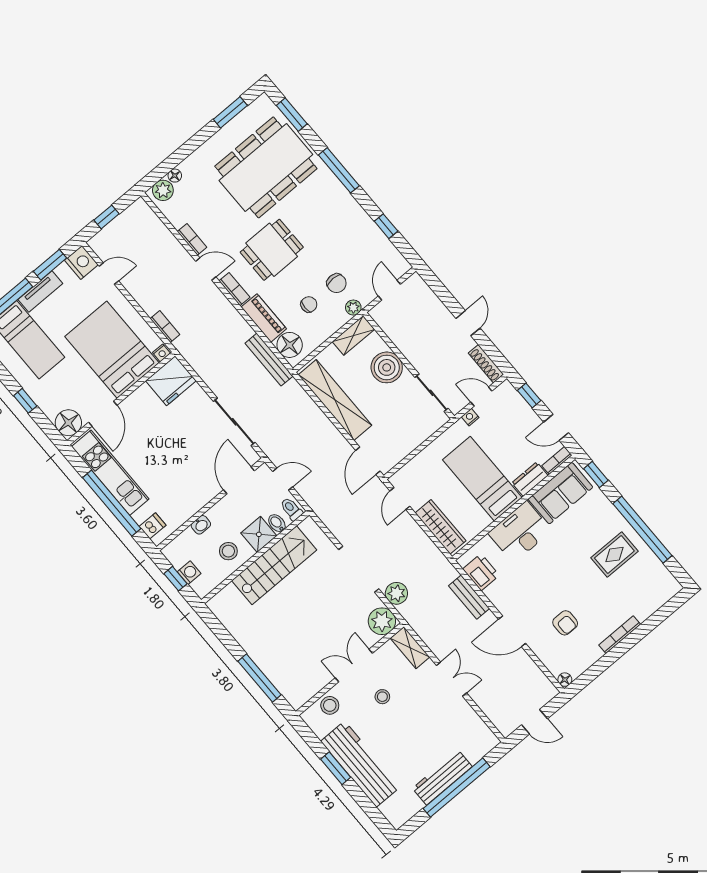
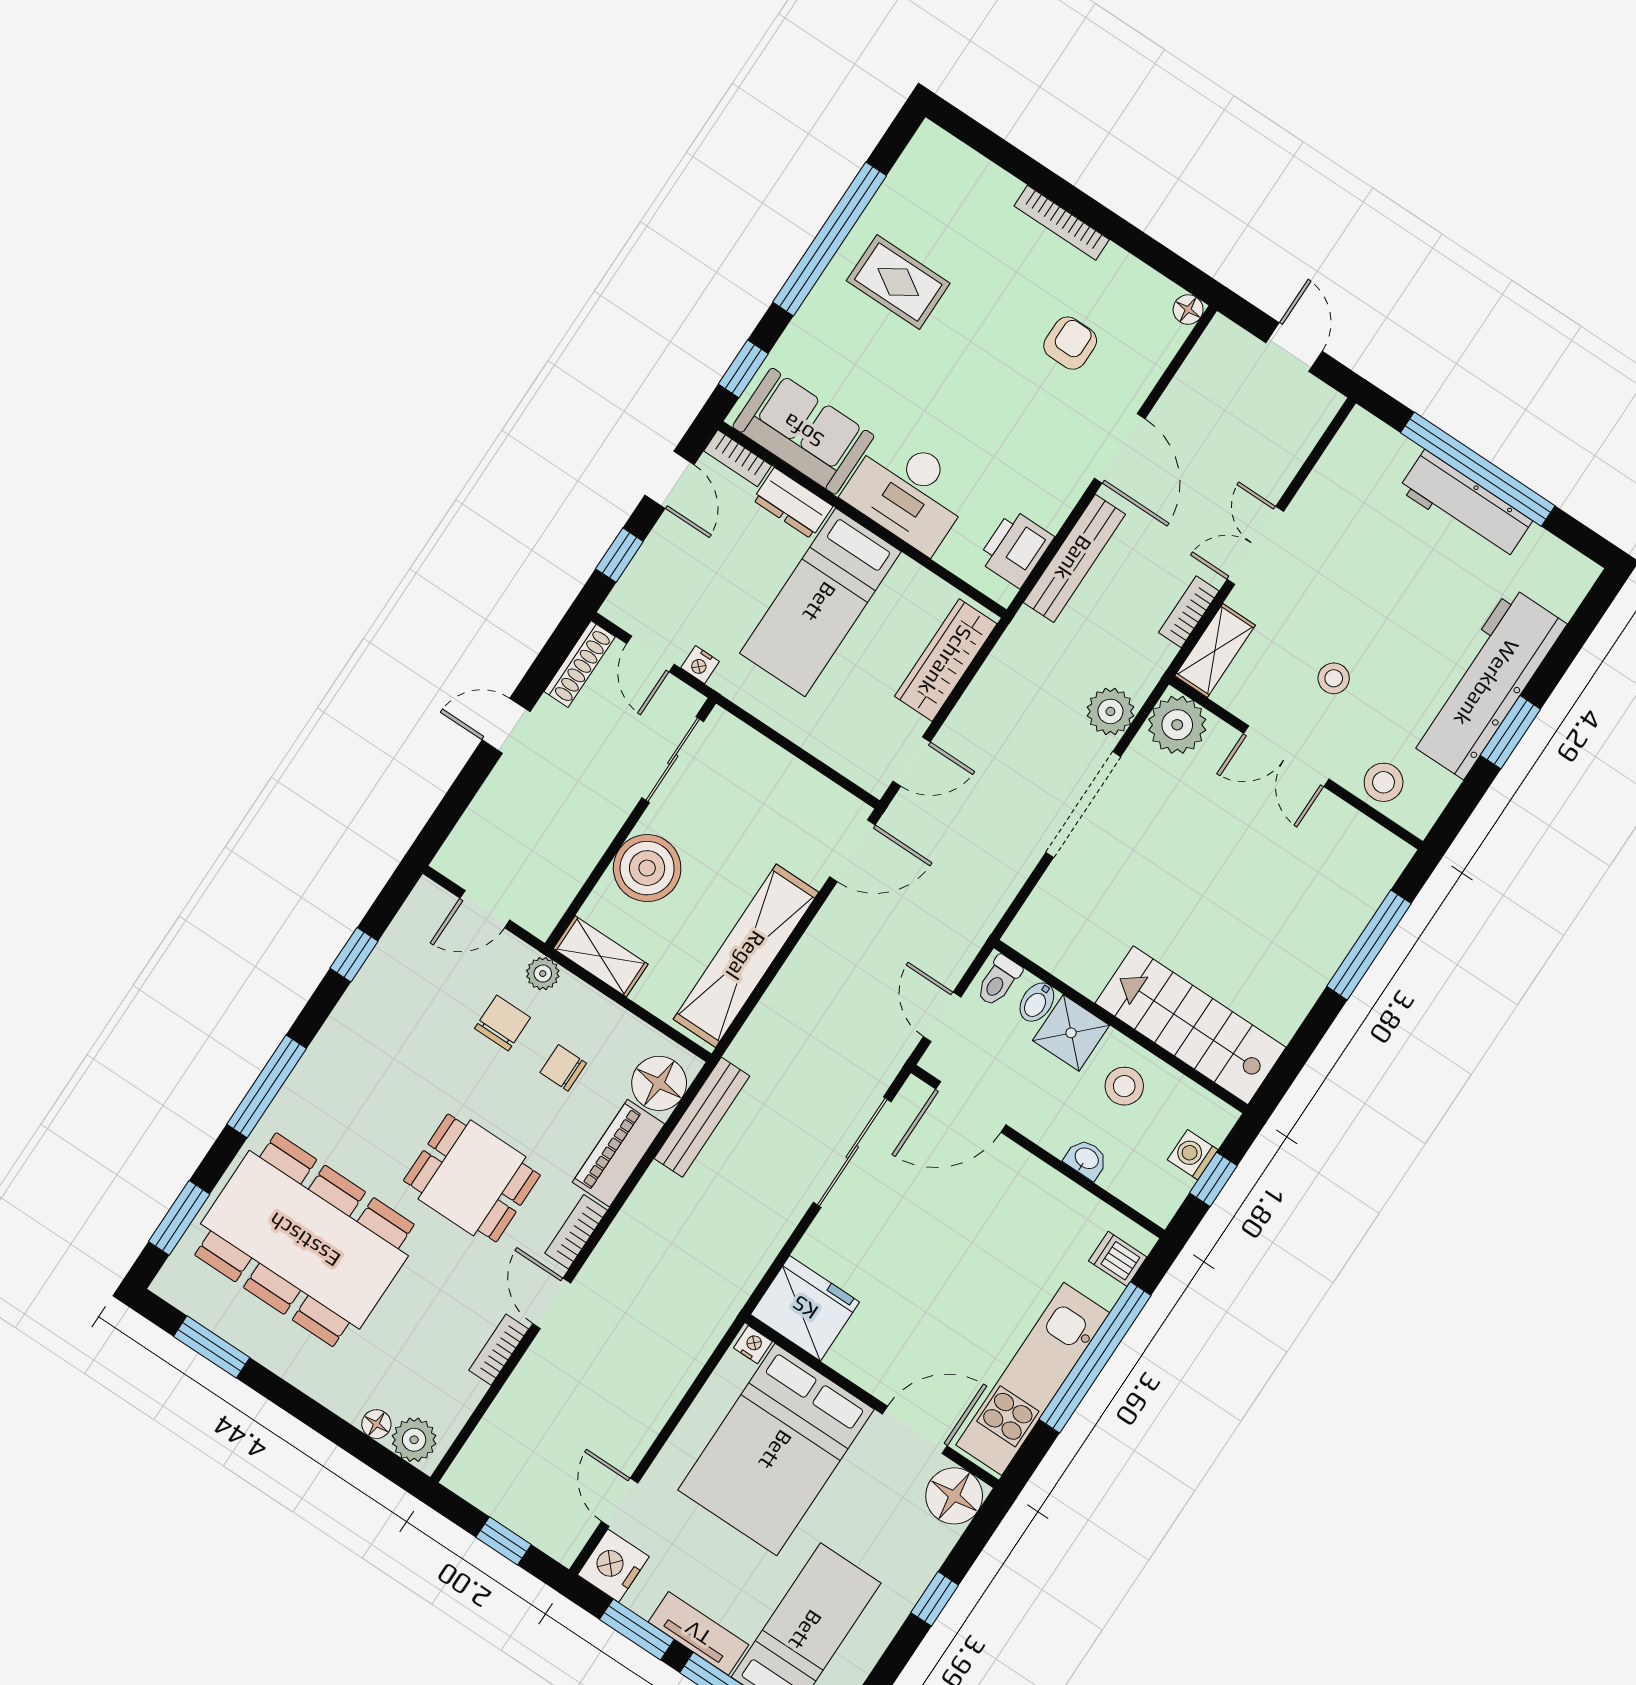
bookcase: (165, 327) -> (1189, 612), moved
stairs: (274, 565) -> (1191, 1025), moved
bench: (469, 597) -> (1074, 558), width x1.36

